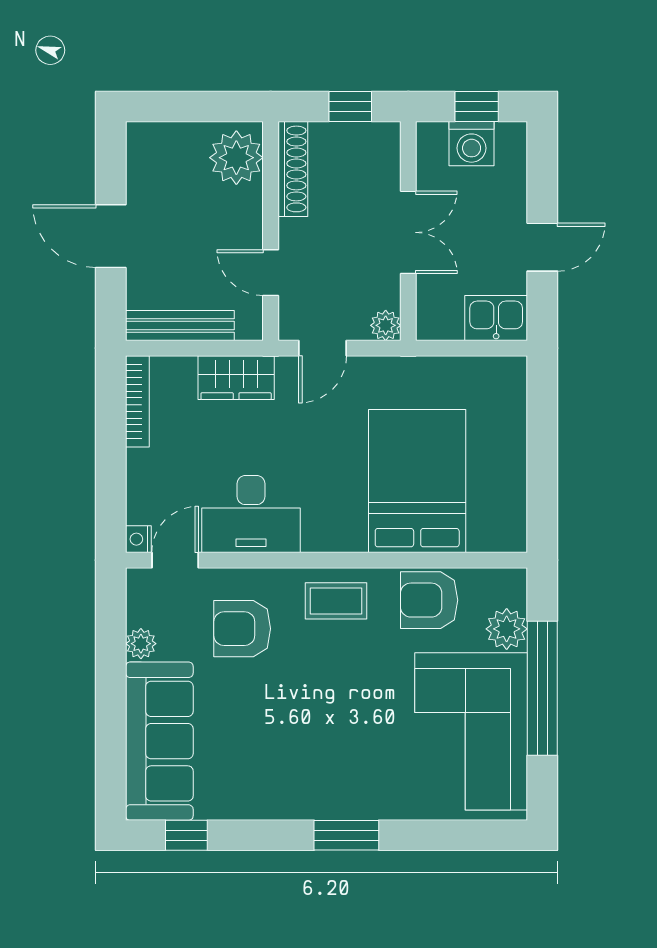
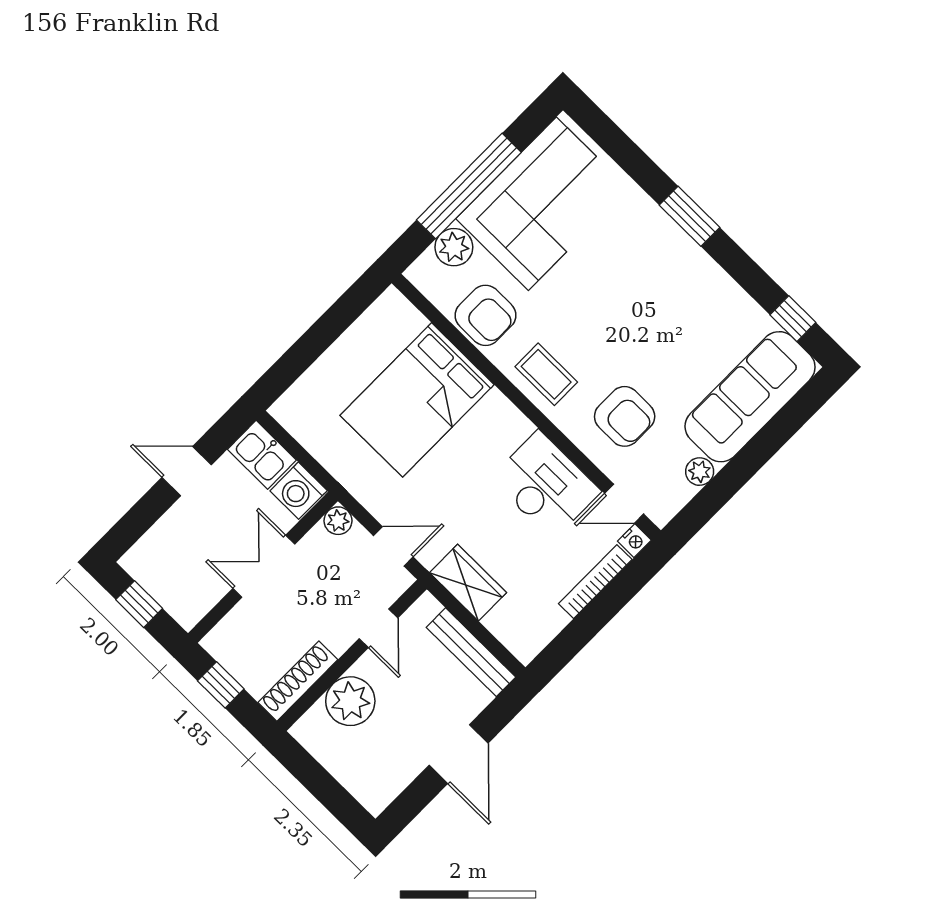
washing machine: (472, 144) -> (299, 491), moved, turned 180
plant: (236, 158) -> (350, 701), moved
bookcase: (137, 401) -> (595, 582), moved

